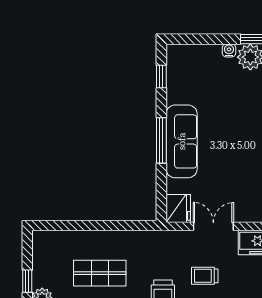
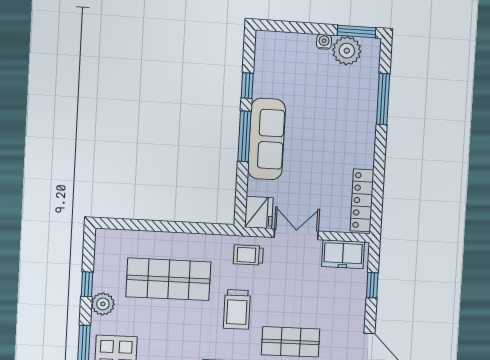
window: (161, 76) -> (247, 86), moved
shop shelf: (100, 273) -> (169, 279), width x1.43, depth x1.36
trolley: (205, 276) -> (248, 255), moved

